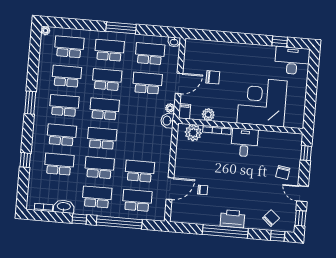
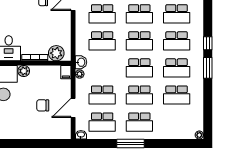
school desk: (69, 47) -> (102, 41), moved
door: (179, 83) -> (73, 108), moved
plant: (208, 115) -> (24, 71), moved
window: (25, 160) -> (208, 43), moved

